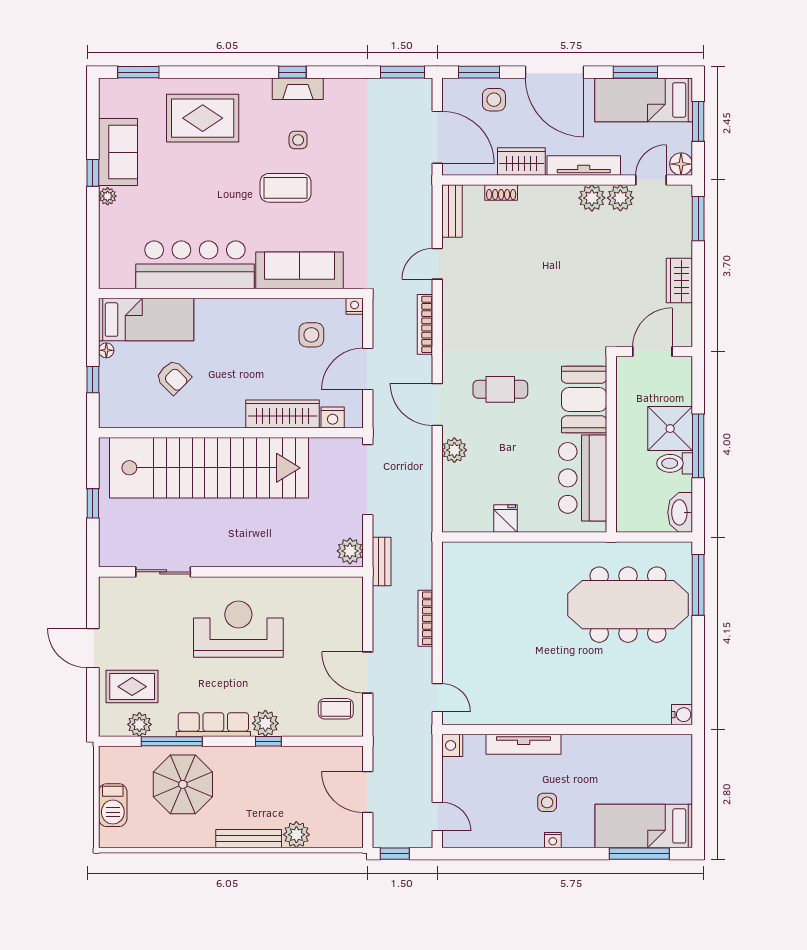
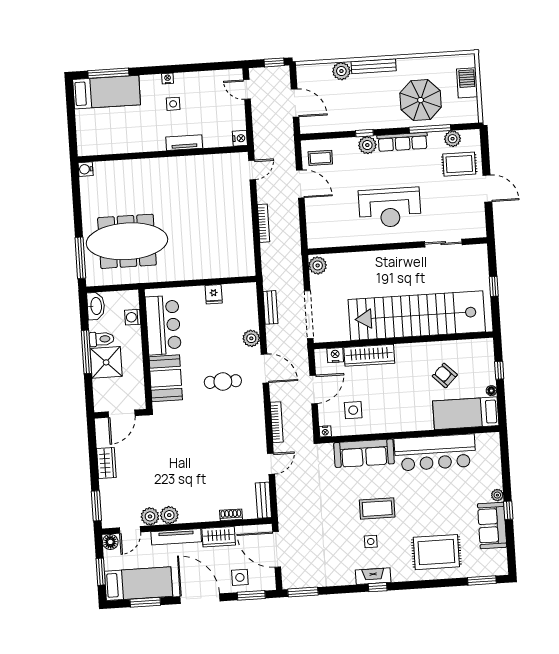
washing machine: (627, 492) -> (133, 317), added
bench: (382, 562) -> (270, 307), moved
door: (437, 698) -> (252, 170), swing flipped
tv unit: (524, 744) -> (184, 143), width x0.71

